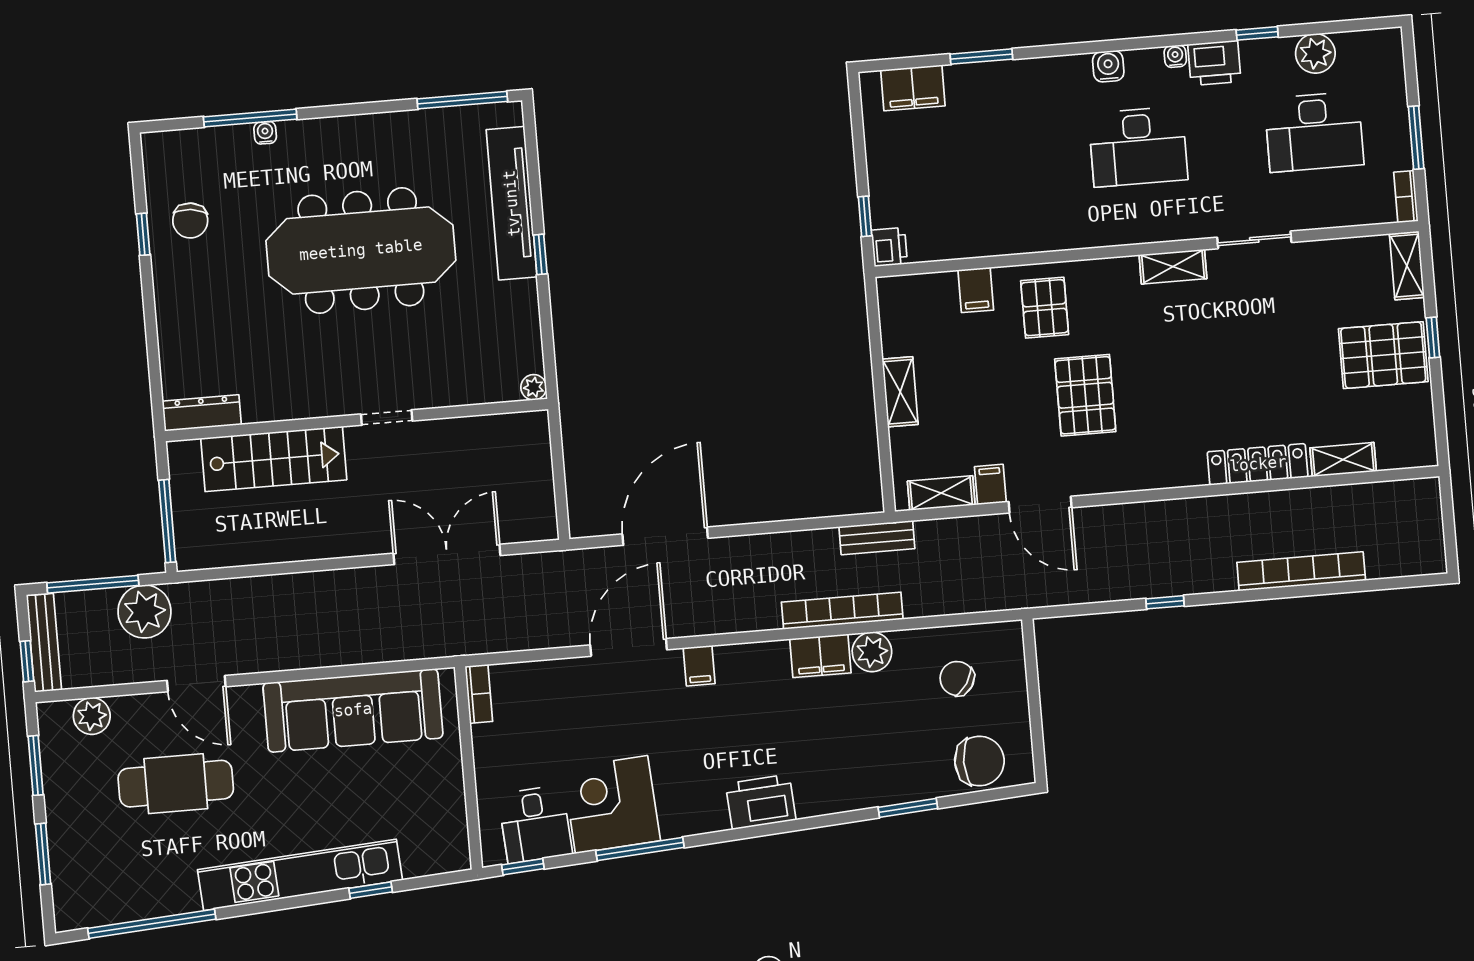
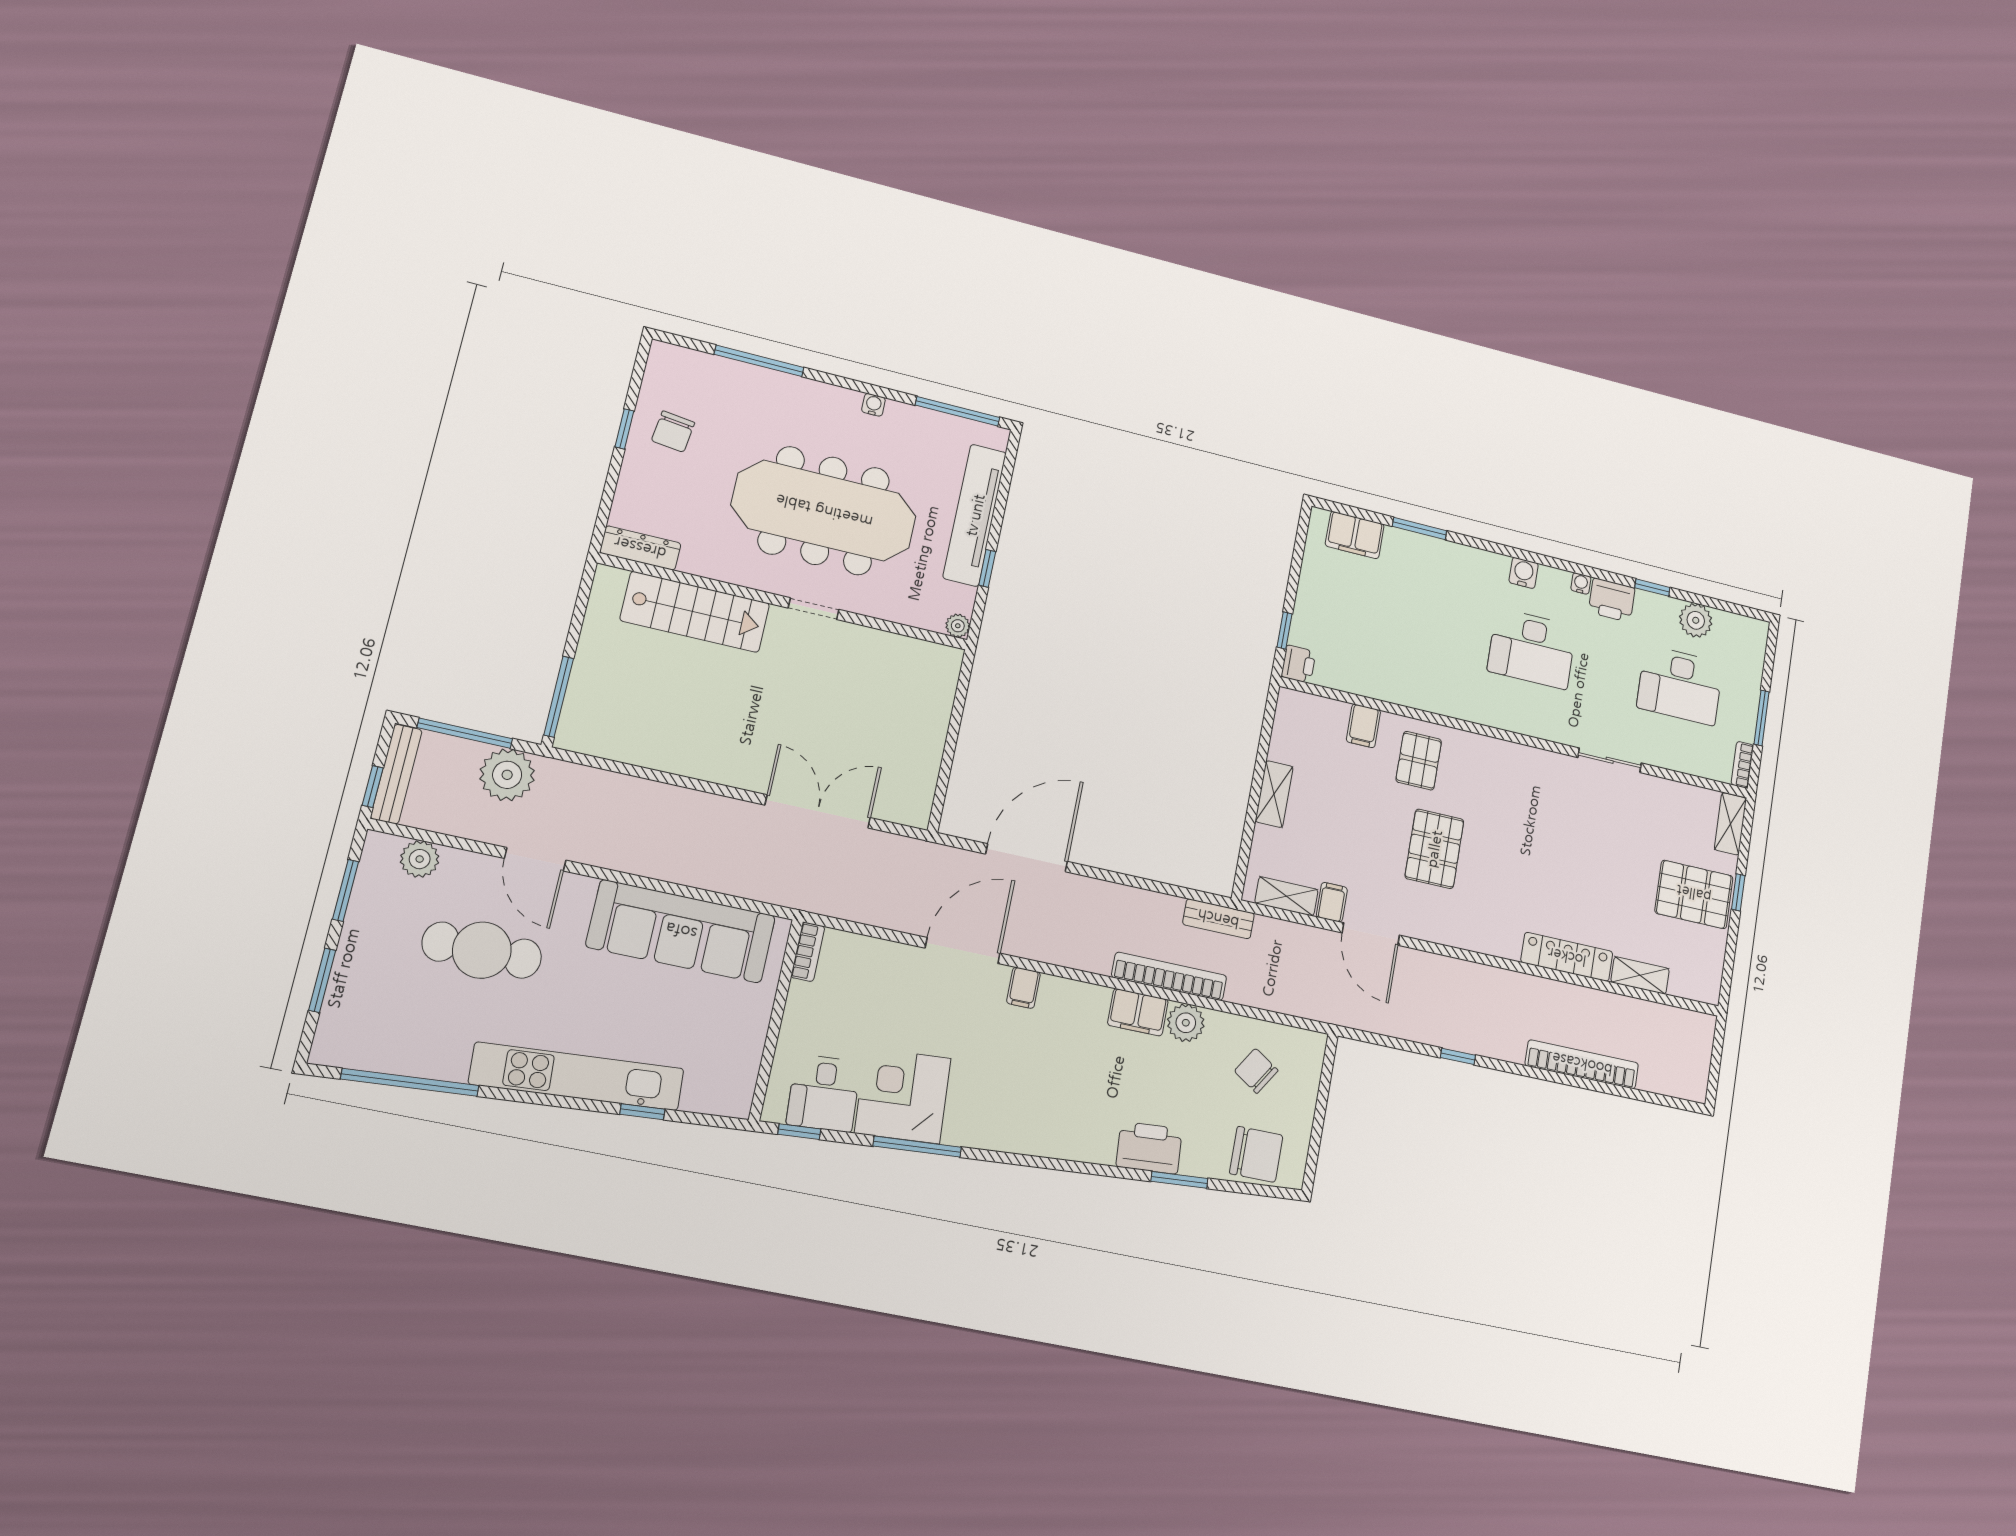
water cooler: (265, 133) -> (873, 405), moved
shelving: (1173, 267) -> (1536, 761), removed
plant: (534, 387) -> (958, 626), moved
dresser: (202, 413) -> (640, 548), moved
doorway: (387, 418) -> (814, 609), moved
wall: (356, 420) -> (785, 602), moved
stairs: (274, 459) -> (695, 612), moved
printer: (761, 802) -> (1149, 1148), moved

